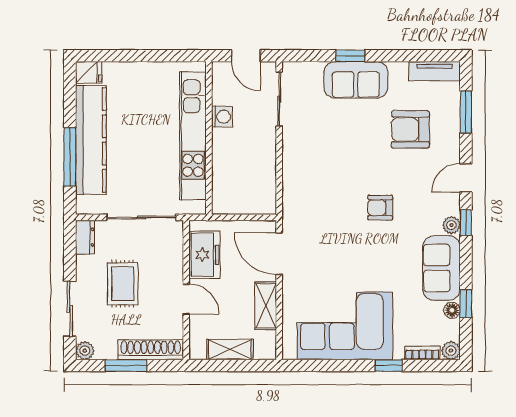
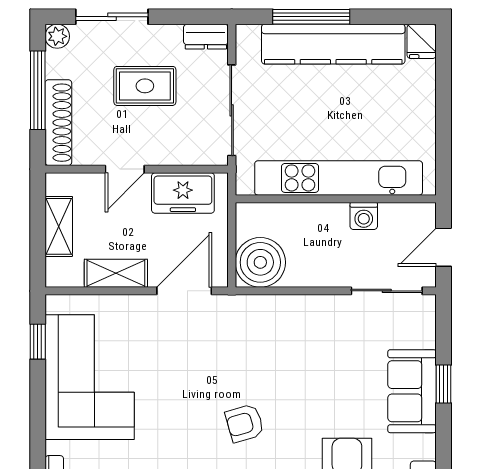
boiler: (257, 196) -> (260, 262), added
armchair: (380, 208) -> (245, 423), turned -106
window: (126, 366) -> (38, 90), width x1.44
window: (389, 366) -> (38, 342), moved

